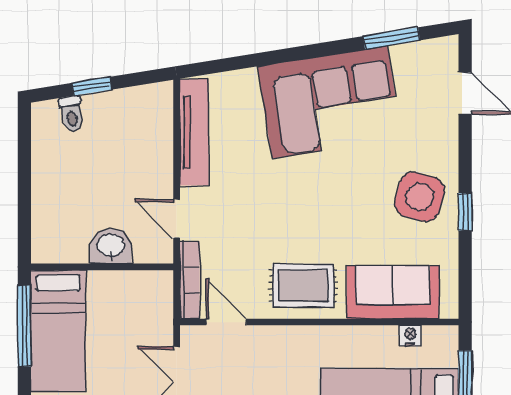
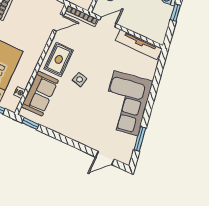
side table: (420, 197) -> (80, 79), moved, width x0.54, depth x0.54
window: (465, 212) -> (30, 124), moved

